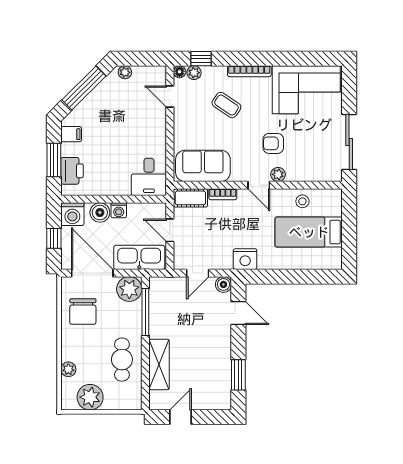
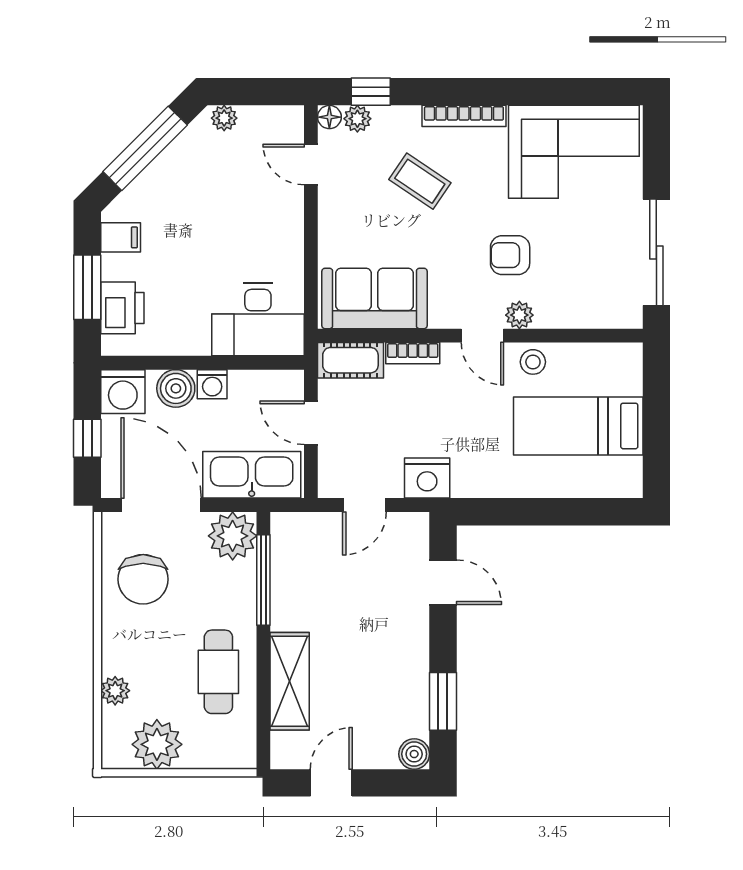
desk: (149, 177) -> (258, 320), width x1.37
stool: (302, 201) -> (533, 362), moved
nightstand: (245, 259) -> (427, 478), moved
boiler: (223, 284) -> (414, 754), moved

